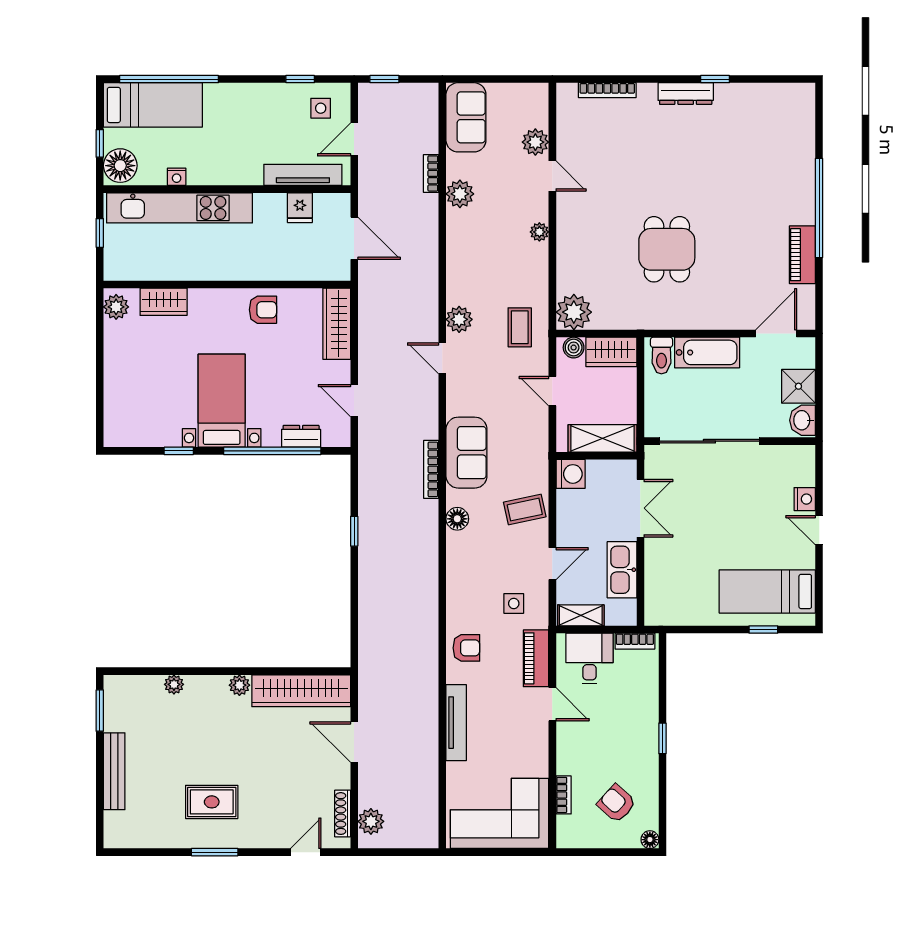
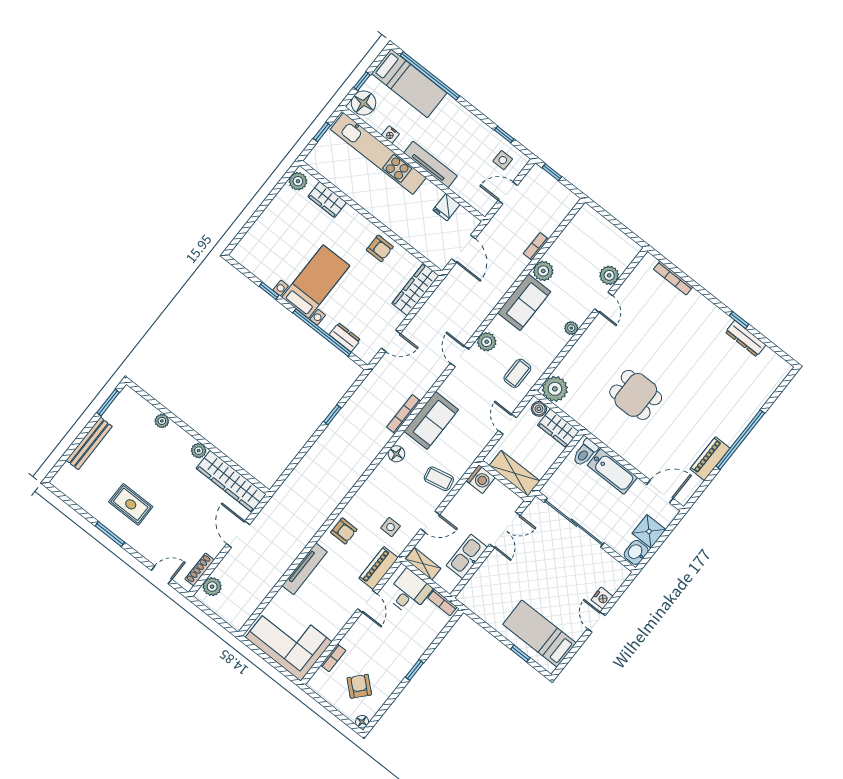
dresser: (686, 94) -> (746, 338), moved
sofa: (466, 117) -> (524, 302), moved
tv unit: (303, 175) -> (430, 164), moved
dining table: (667, 249) -> (636, 395), turned 90
door: (354, 401) -> (391, 341), swing flipped

